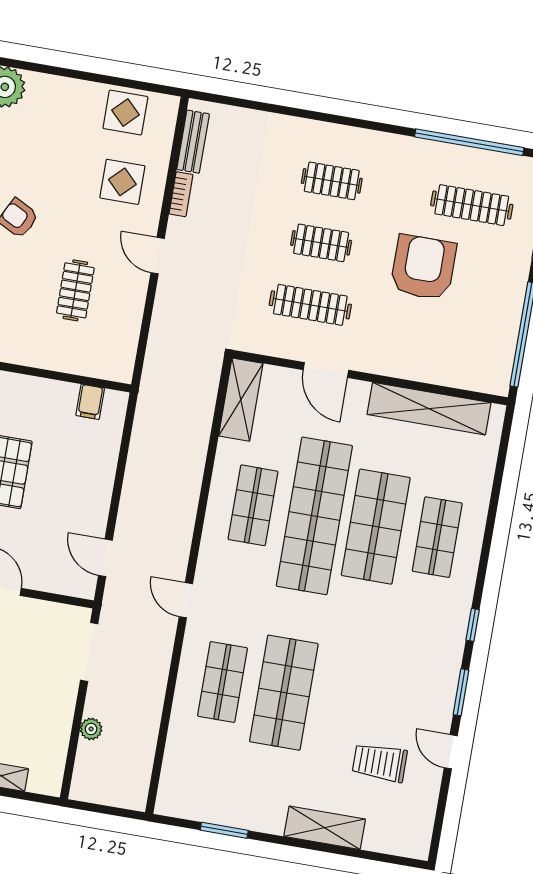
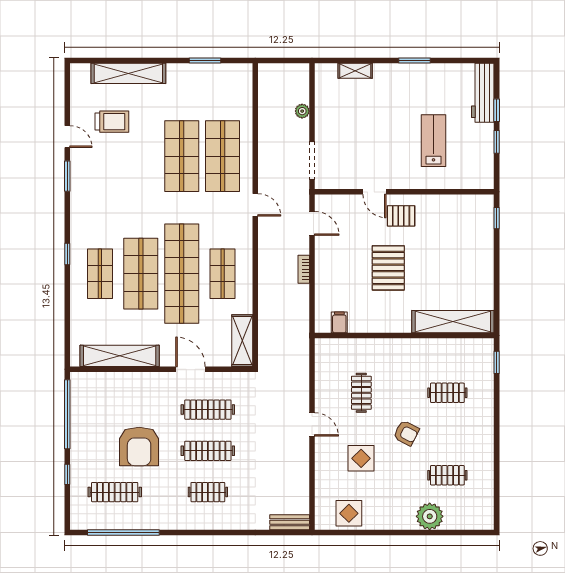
bench: (193, 142) -> (290, 522), moved, turned 90
display table: (122, 182) -> (361, 458), moved
bookcase: (181, 194) -> (304, 269), moved
clothes rail: (321, 243) -> (208, 451), width x1.36
window: (473, 625) -> (67, 254), moved
shop shelf: (222, 682) -> (223, 156), width x1.43, depth x1.36
shelving: (325, 828) -> (128, 73), width x1.47

